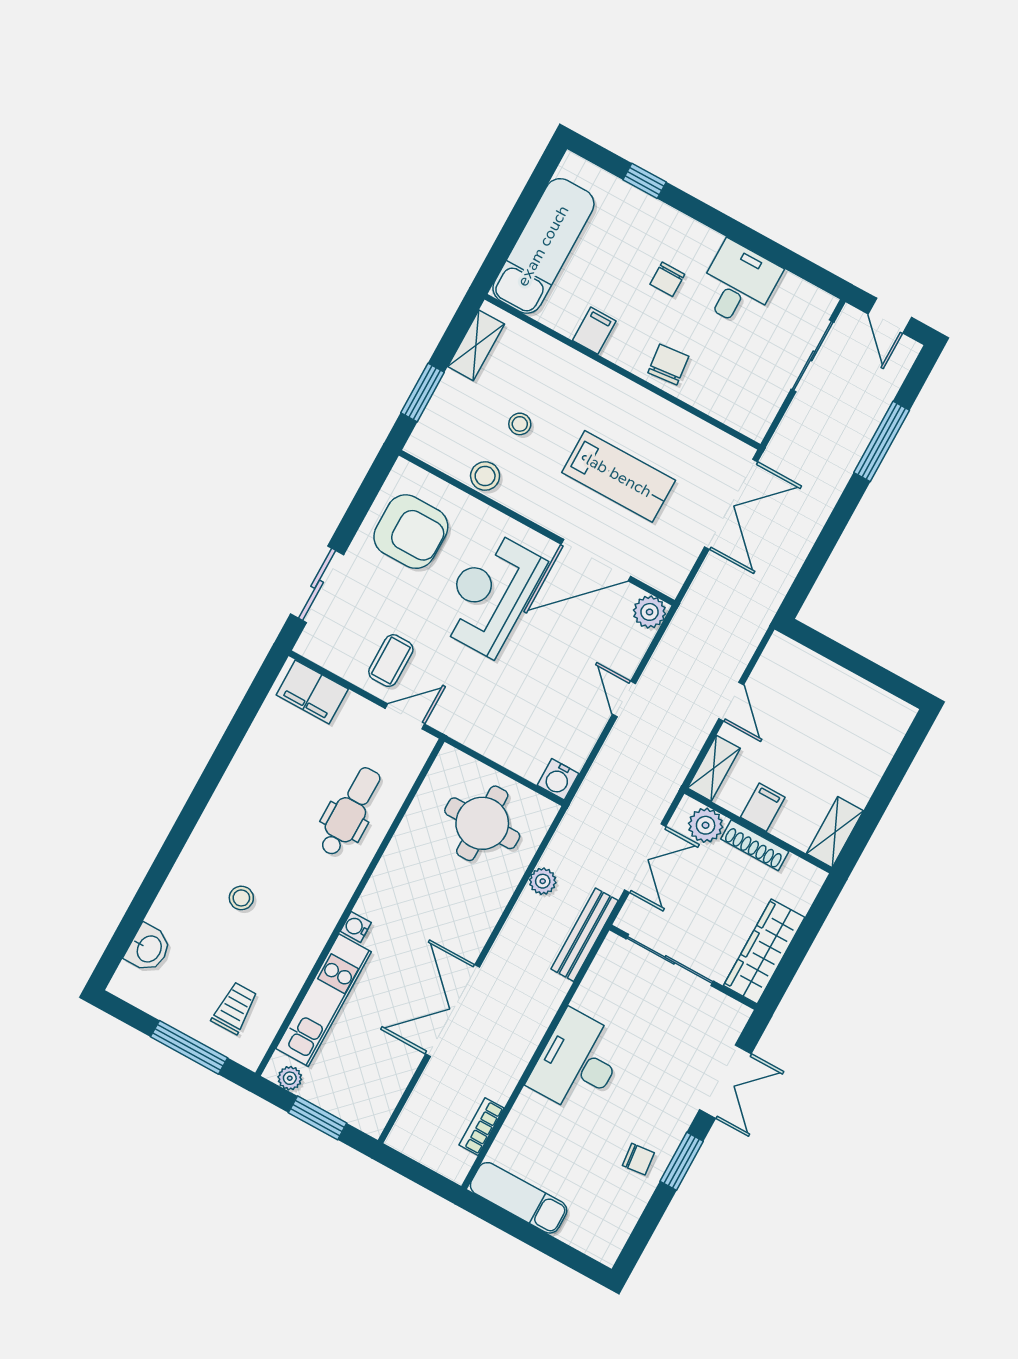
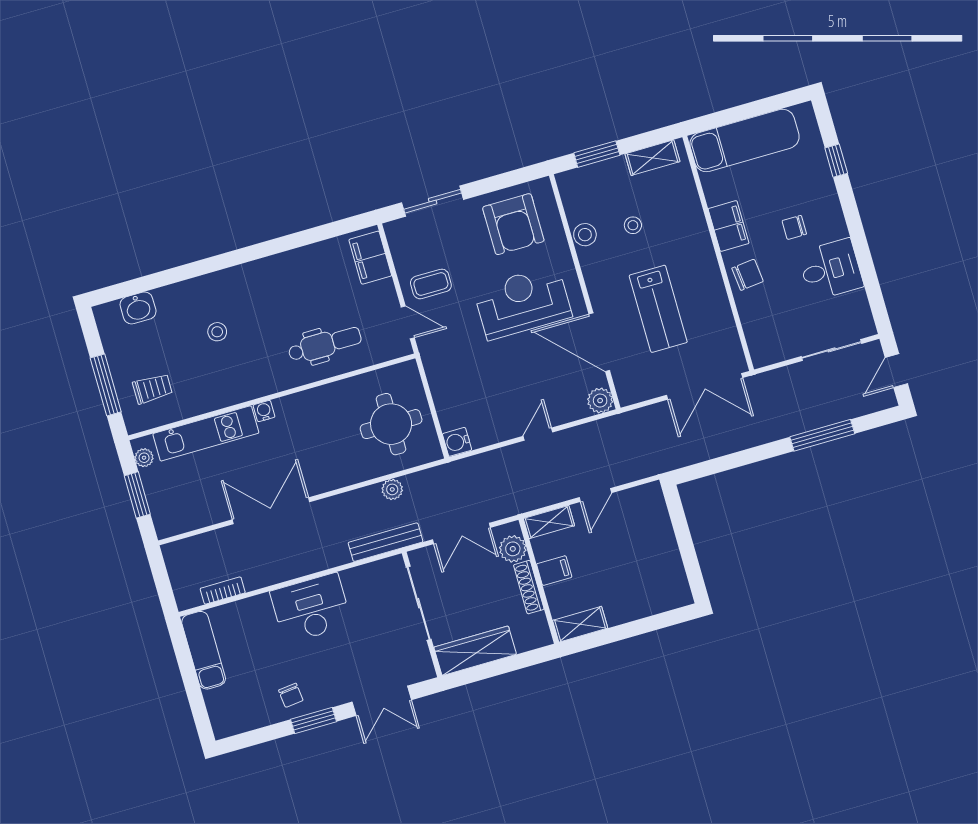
filing cabinet: (594, 331) -> (729, 226), width x2.00

